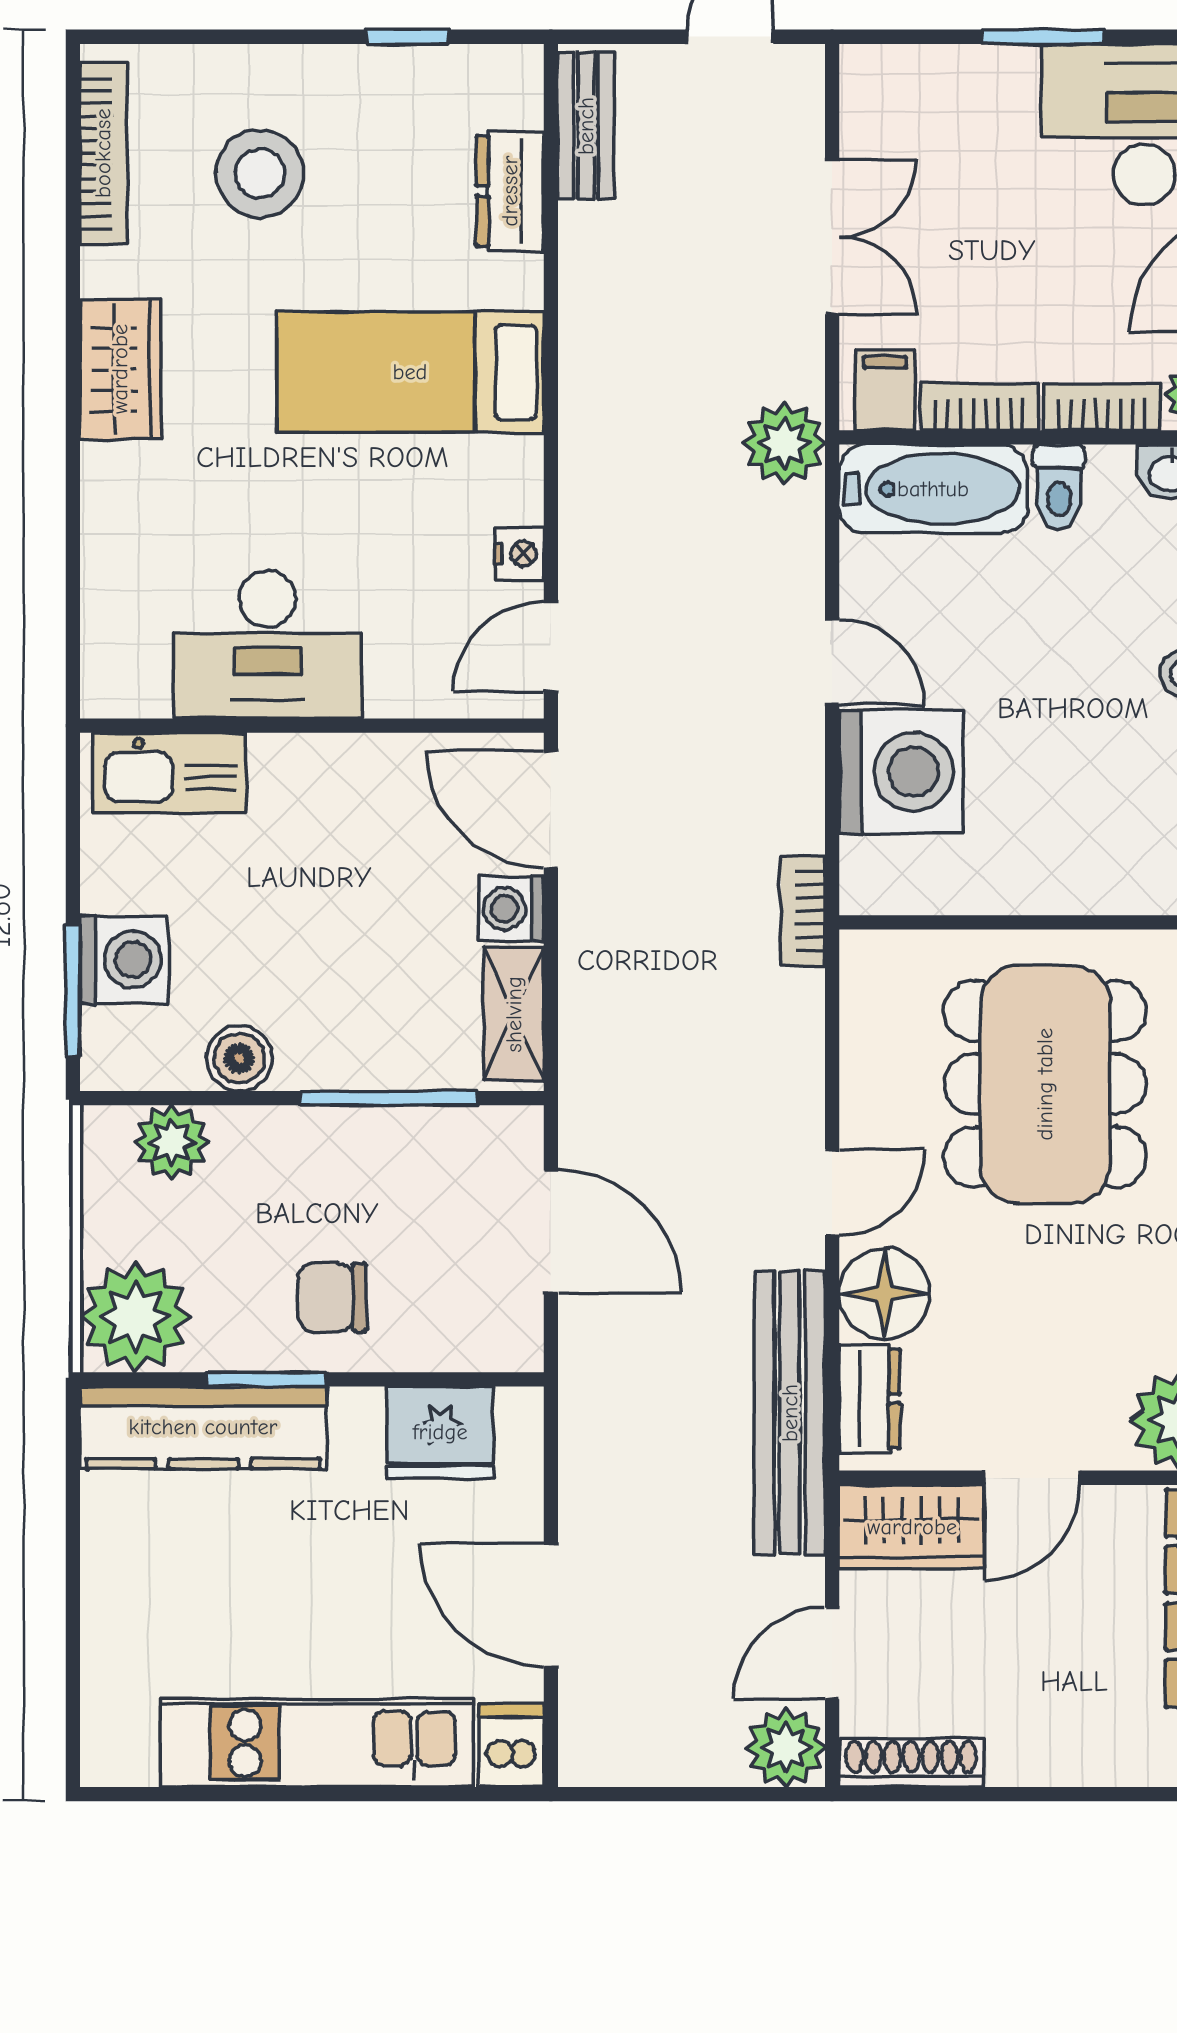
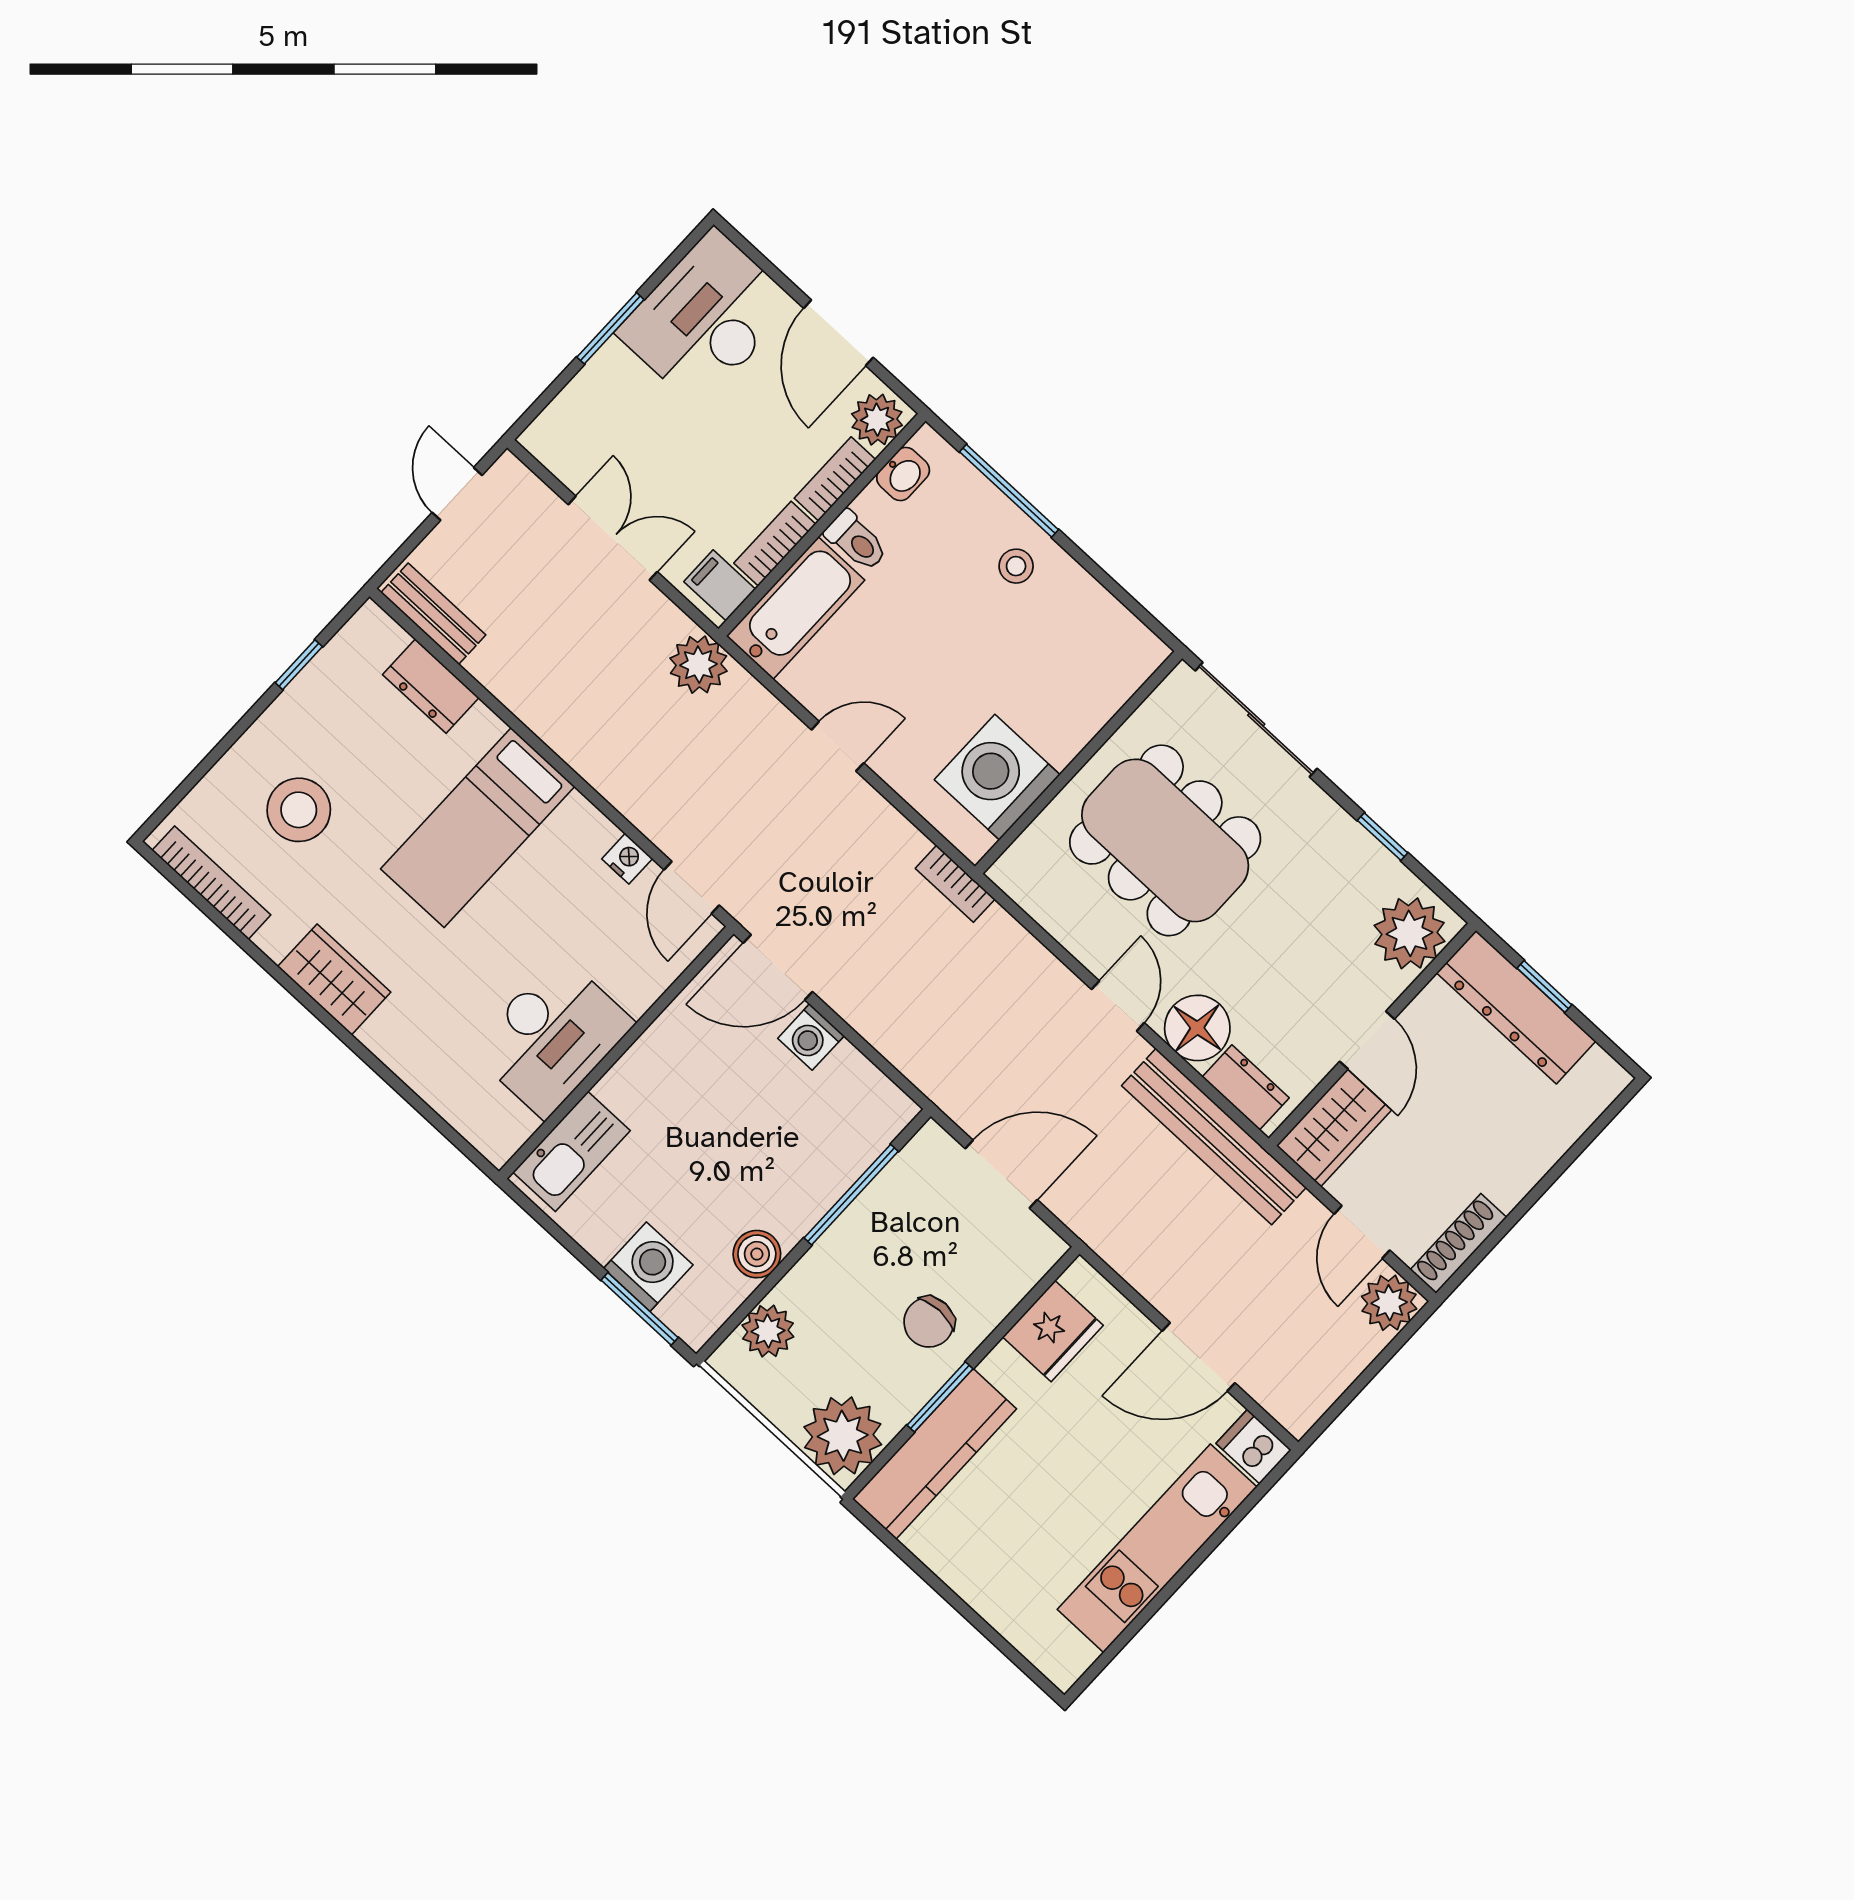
washing machine: (901, 772) -> (997, 777), moved, turned -90
shelving: (514, 1014) -> (868, 1087), removed

